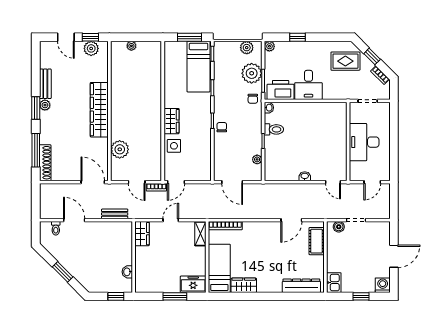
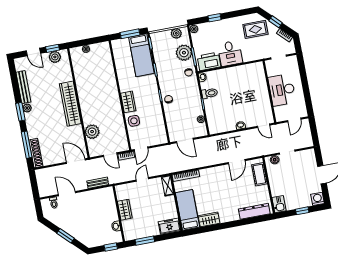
bench: (45, 84) -> (23, 87), width x1.36
wardrobe: (142, 234) -> (125, 210), moved
window: (175, 296) -> (145, 241), moved

